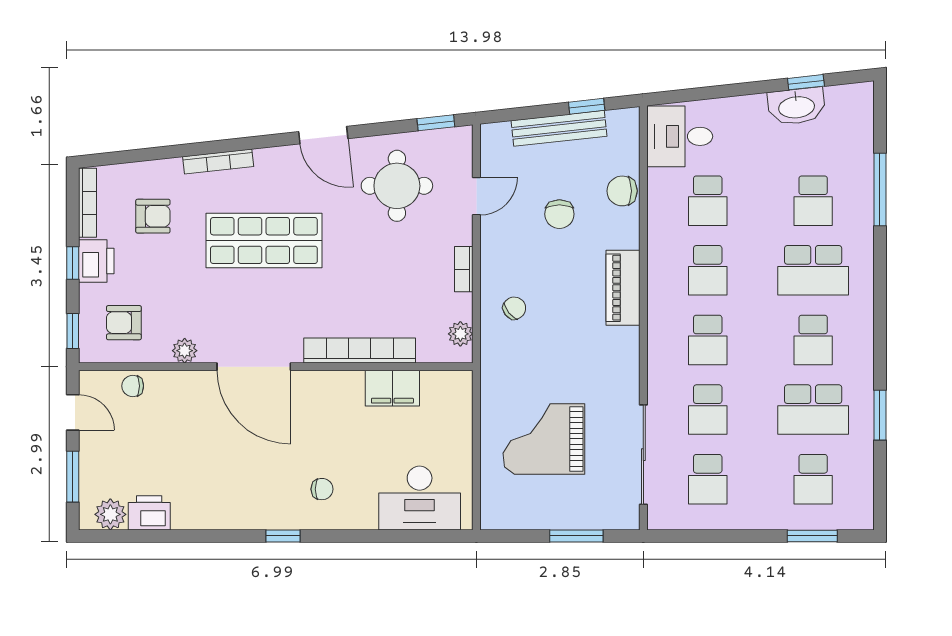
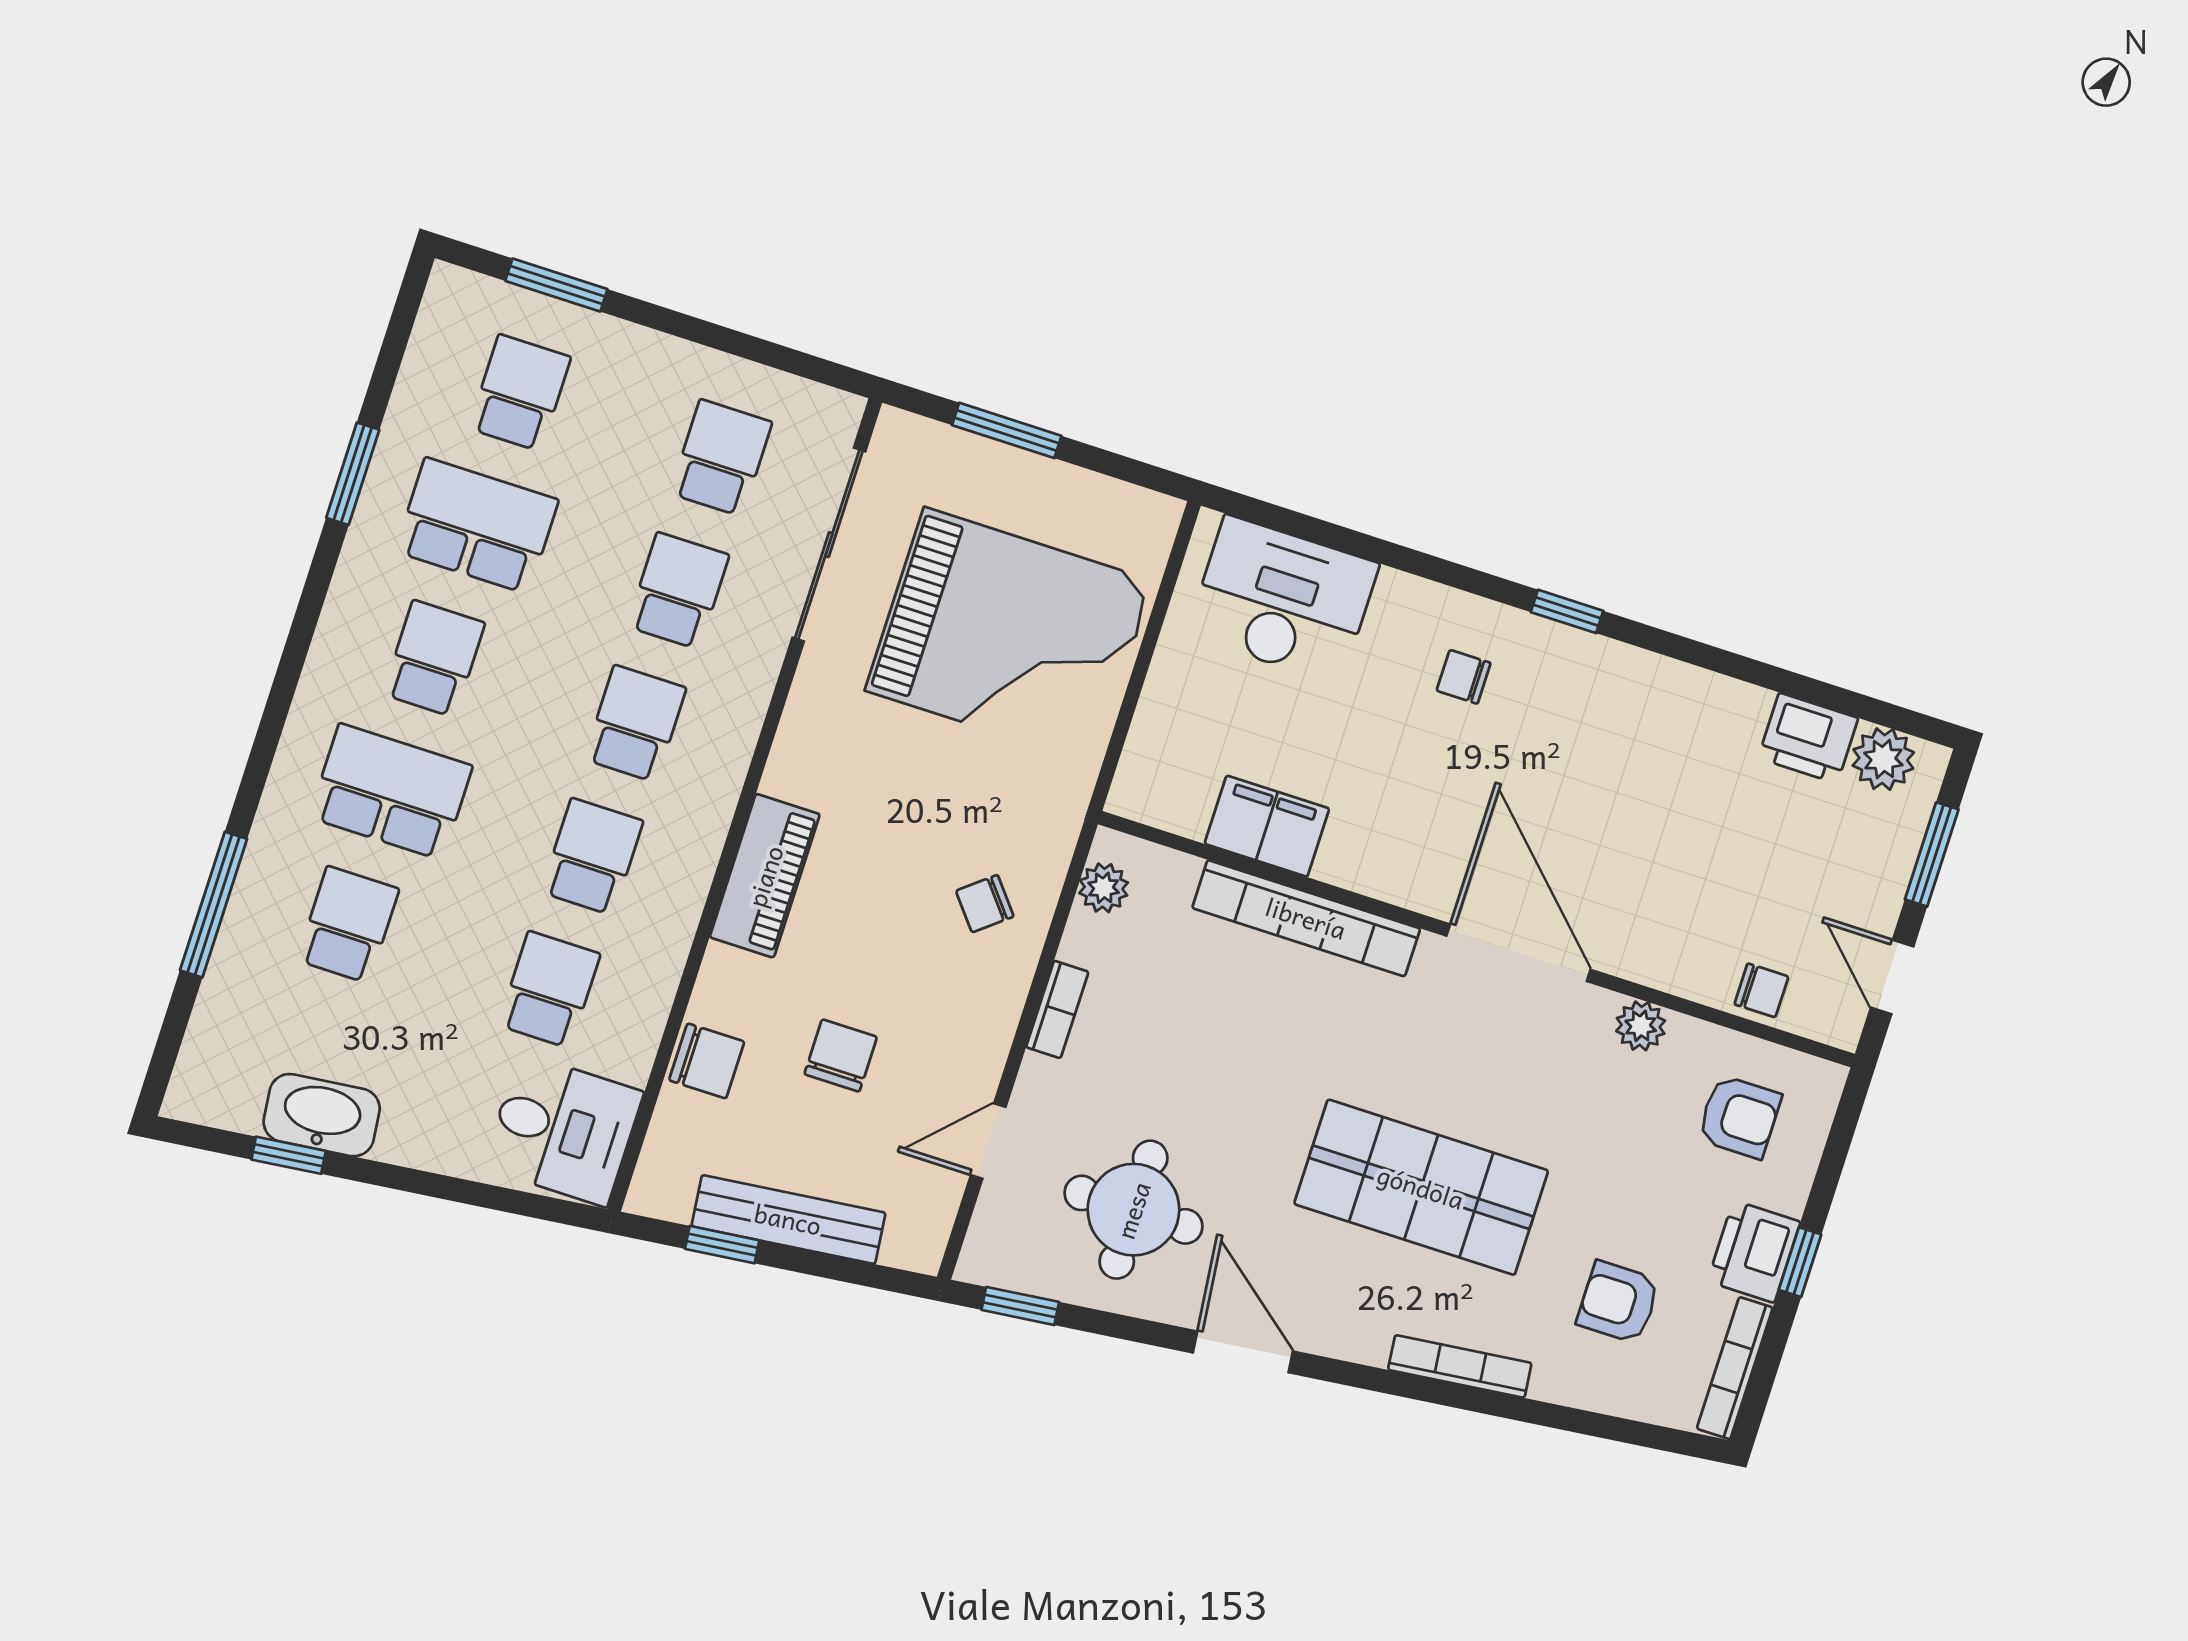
window: (73, 331) -> (1842, 1132), removed
grand piano: (544, 439) -> (1009, 636), width x1.37, depth x1.48

